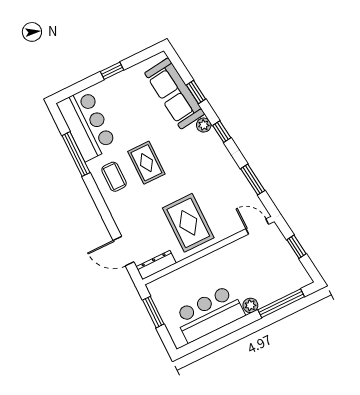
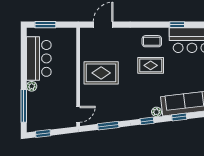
window: (76, 154) -> (177, 25), width x0.46
window: (296, 247) -> (43, 133), moved
dresser: (156, 265) -> (85, 40), removed
window: (153, 312) -> (45, 25), moved

